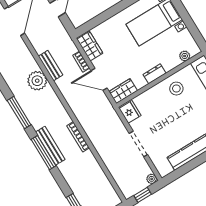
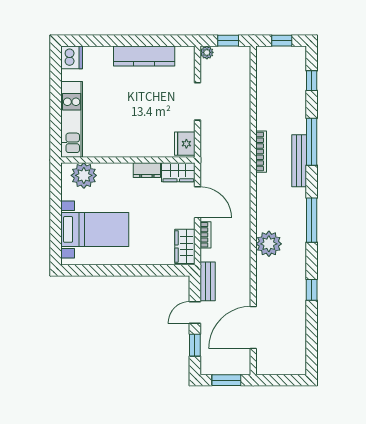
plant: (185, 56) -> (84, 175), width x1.88, depth x1.88
bench: (51, 66) -> (208, 281), moved
dresser: (154, 74) -> (147, 170), moved
stool: (176, 89) -> (116, 138), removed
window: (44, 153) -> (312, 142), moved

